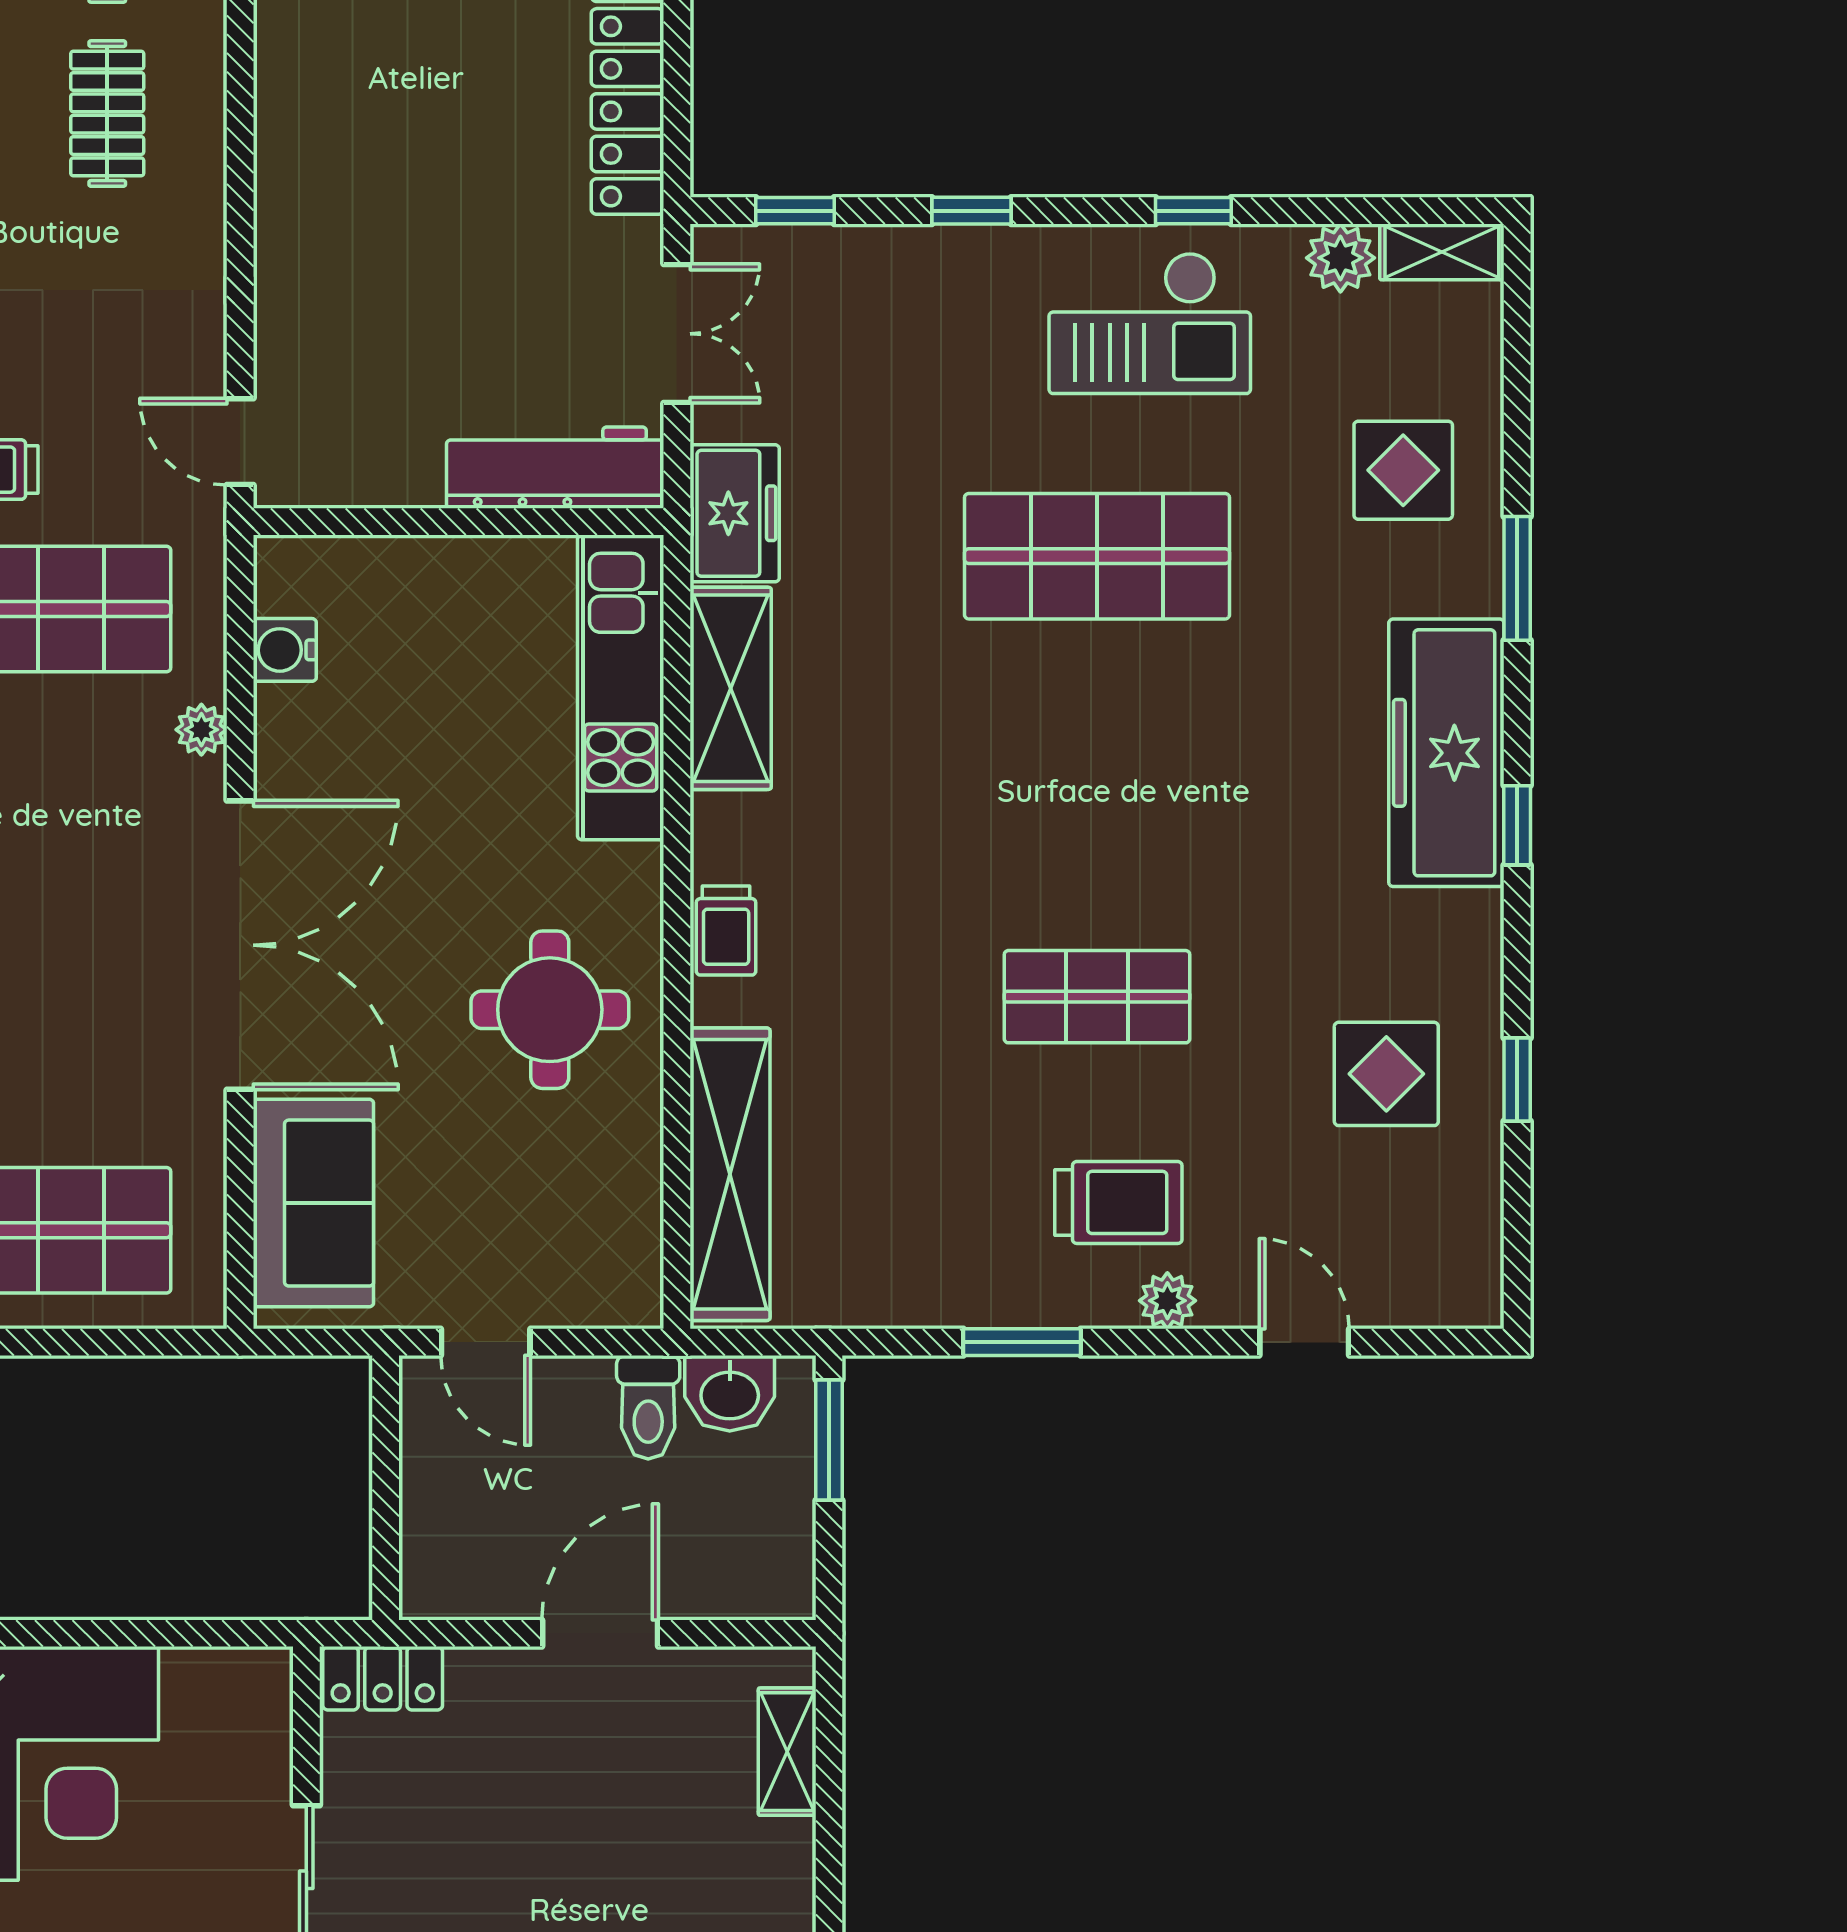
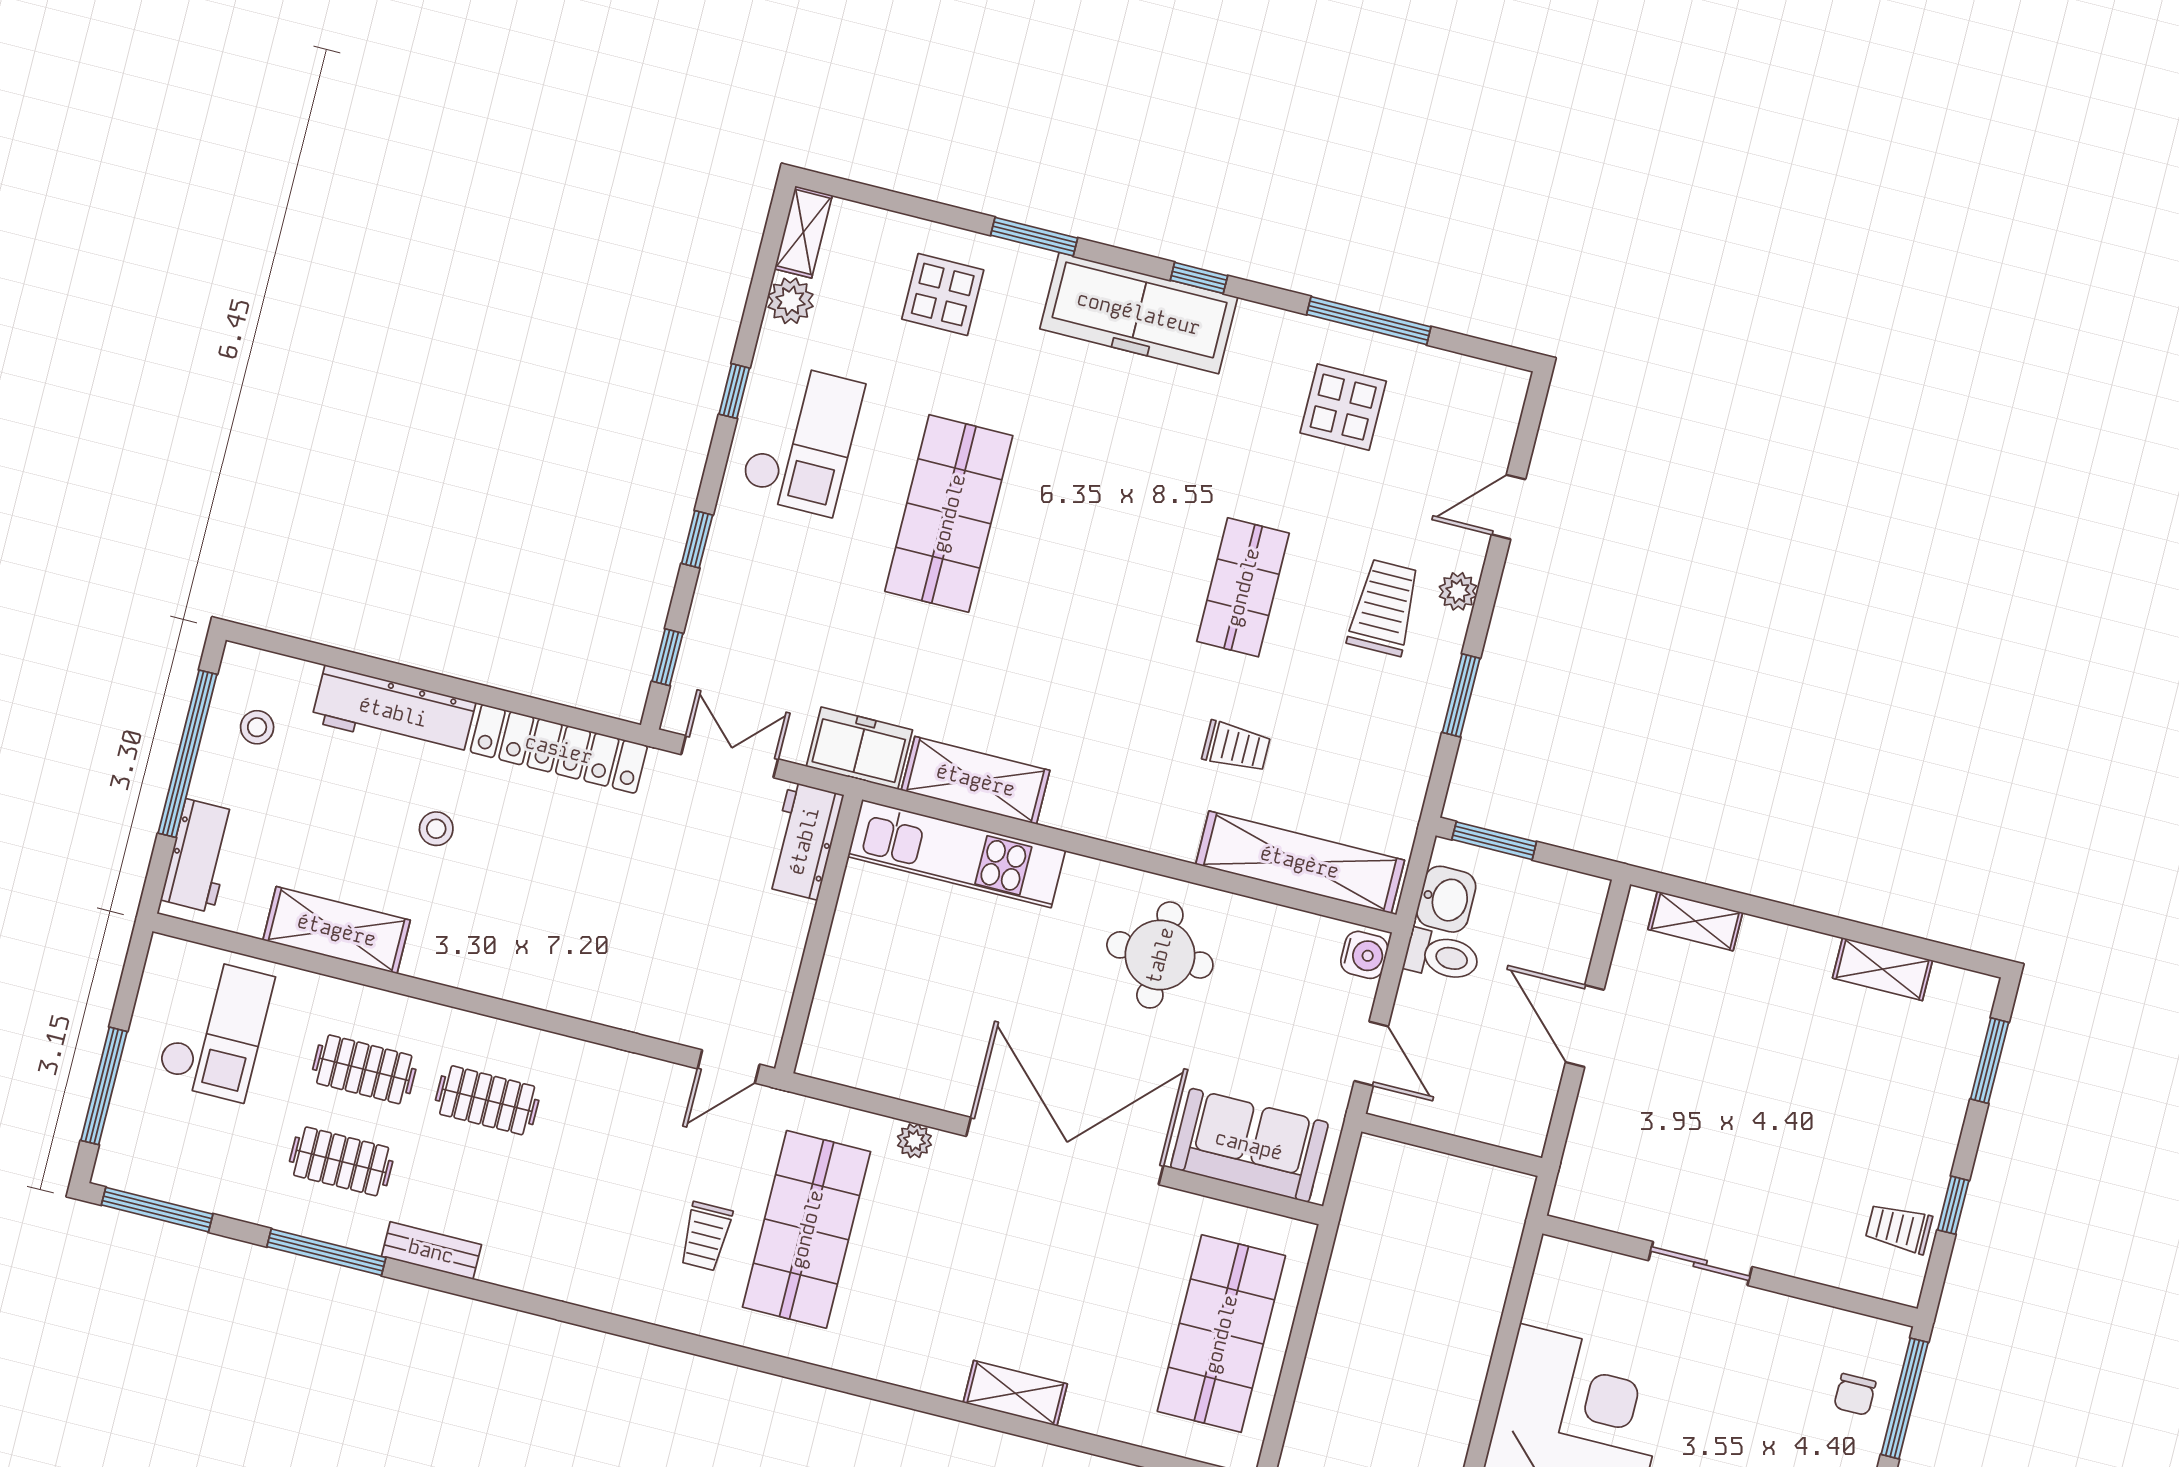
workbench: (555, 468) -> (804, 841), width x0.73
water cooler: (285, 650) -> (1364, 955), moved, turned -90
trolley: (726, 931) -> (1236, 747), moved
window: (1517, 1080) -> (1369, 321), width x2.17
door: (486, 1342) -> (1371, 1054), hinge flipped
locker: (383, 1678) -> (1578, 1179), removed

